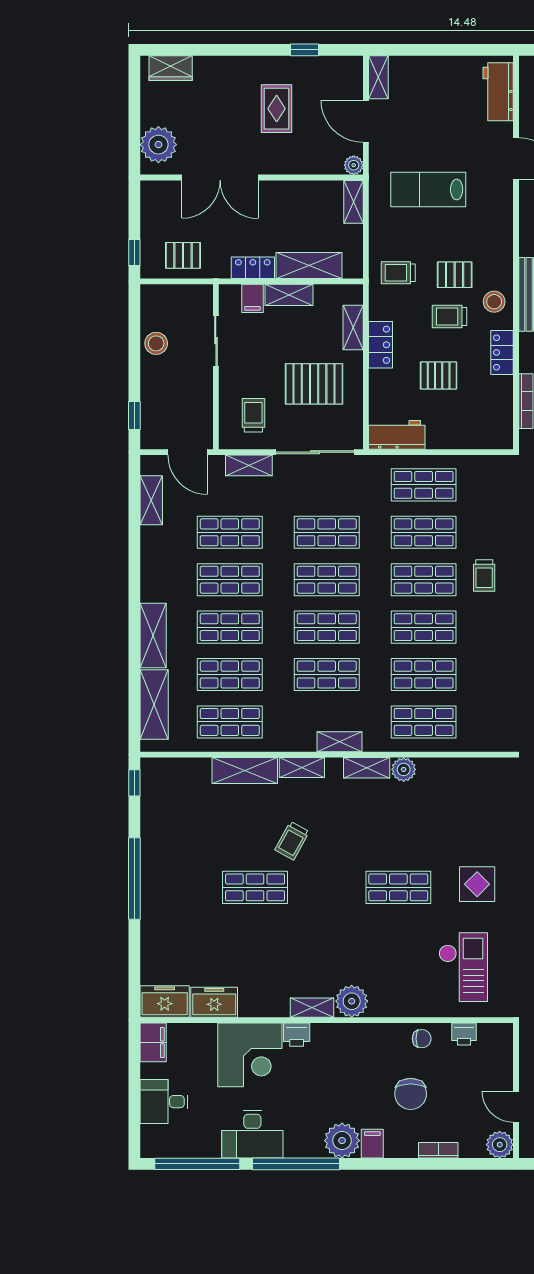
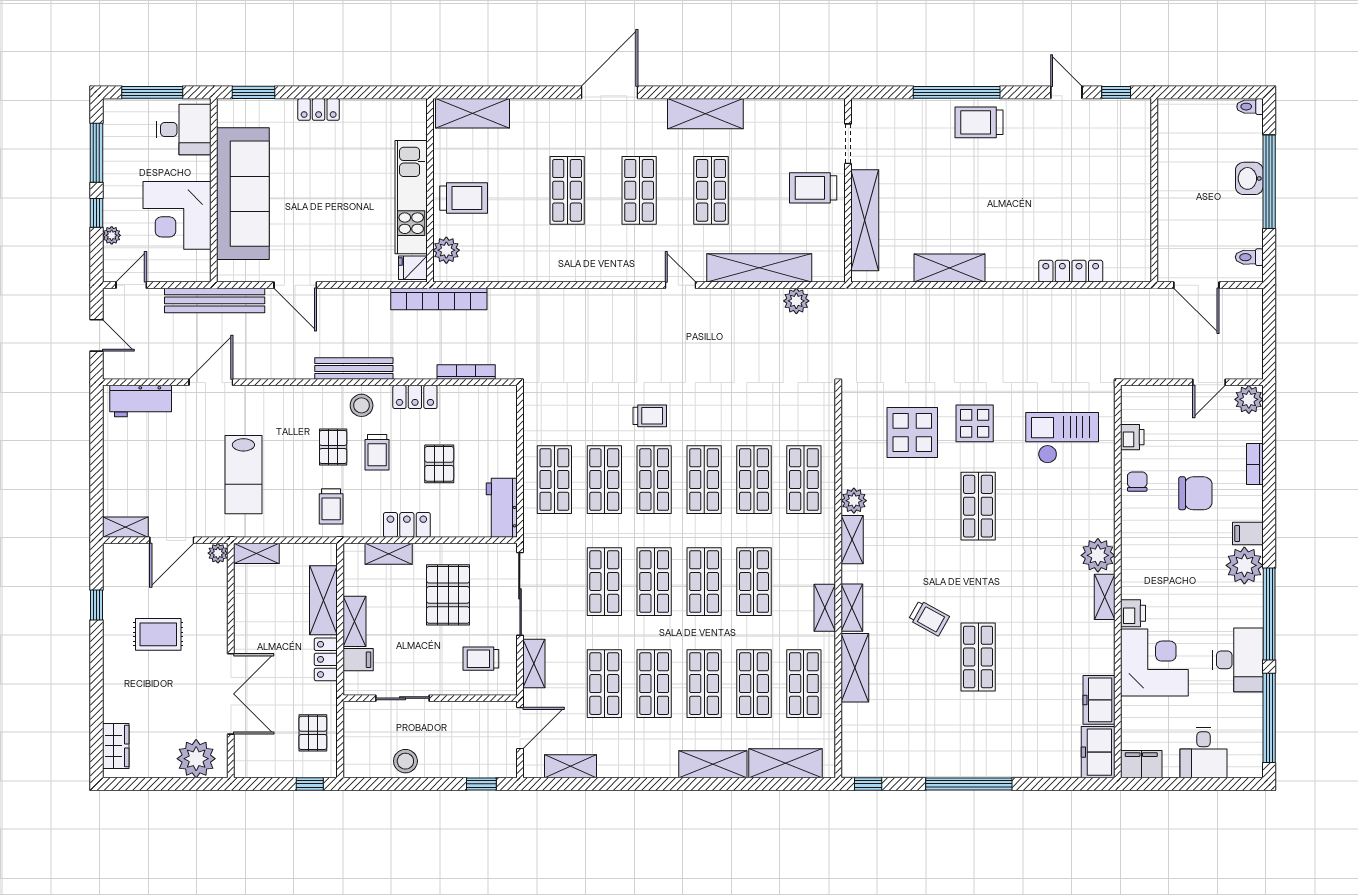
shelving: (340, 742) -> (825, 608), moved
display table: (468, 825) -> (912, 432), added

